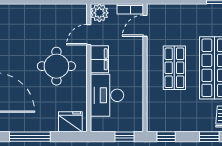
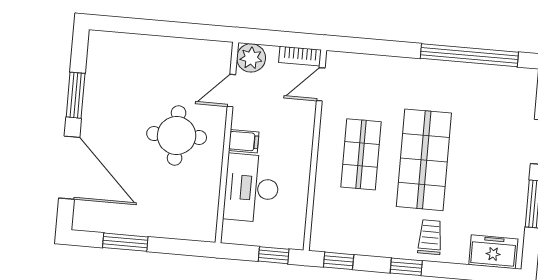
filing cabinet: (99, 59) -> (244, 141), width x0.50
fridge: (70, 122) -> (191, 225), removed
window: (30, 137) -> (125, 242), width x0.69

